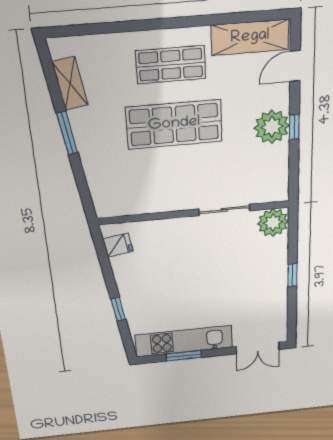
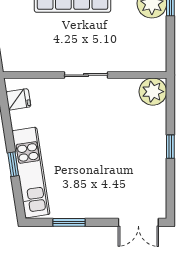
sliding door: (224, 210) -> (86, 75), moved
kitchen unit: (184, 341) -> (31, 173), moved, turned 81

